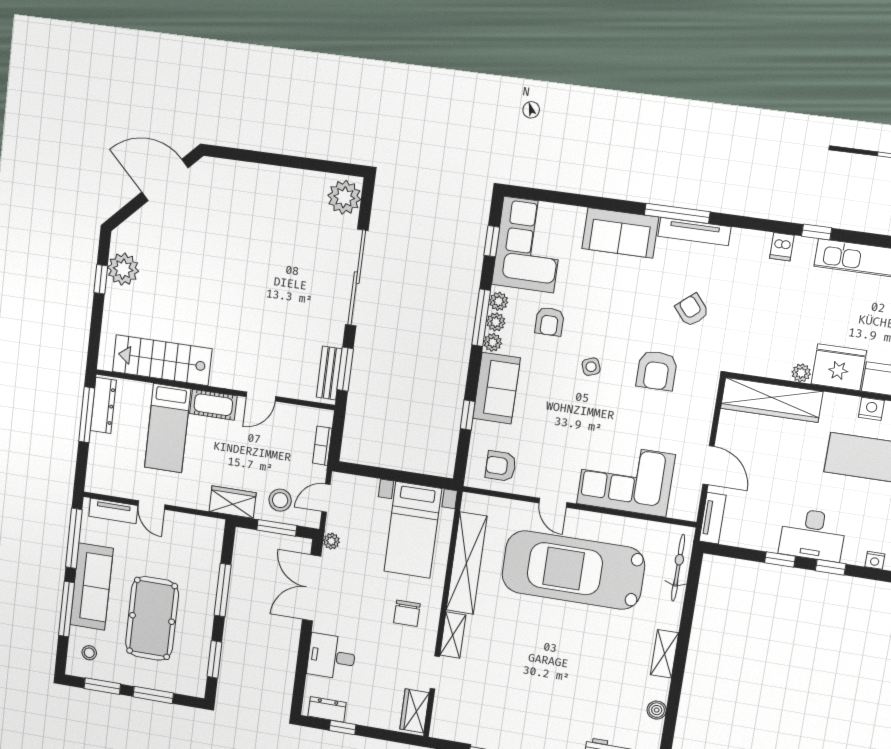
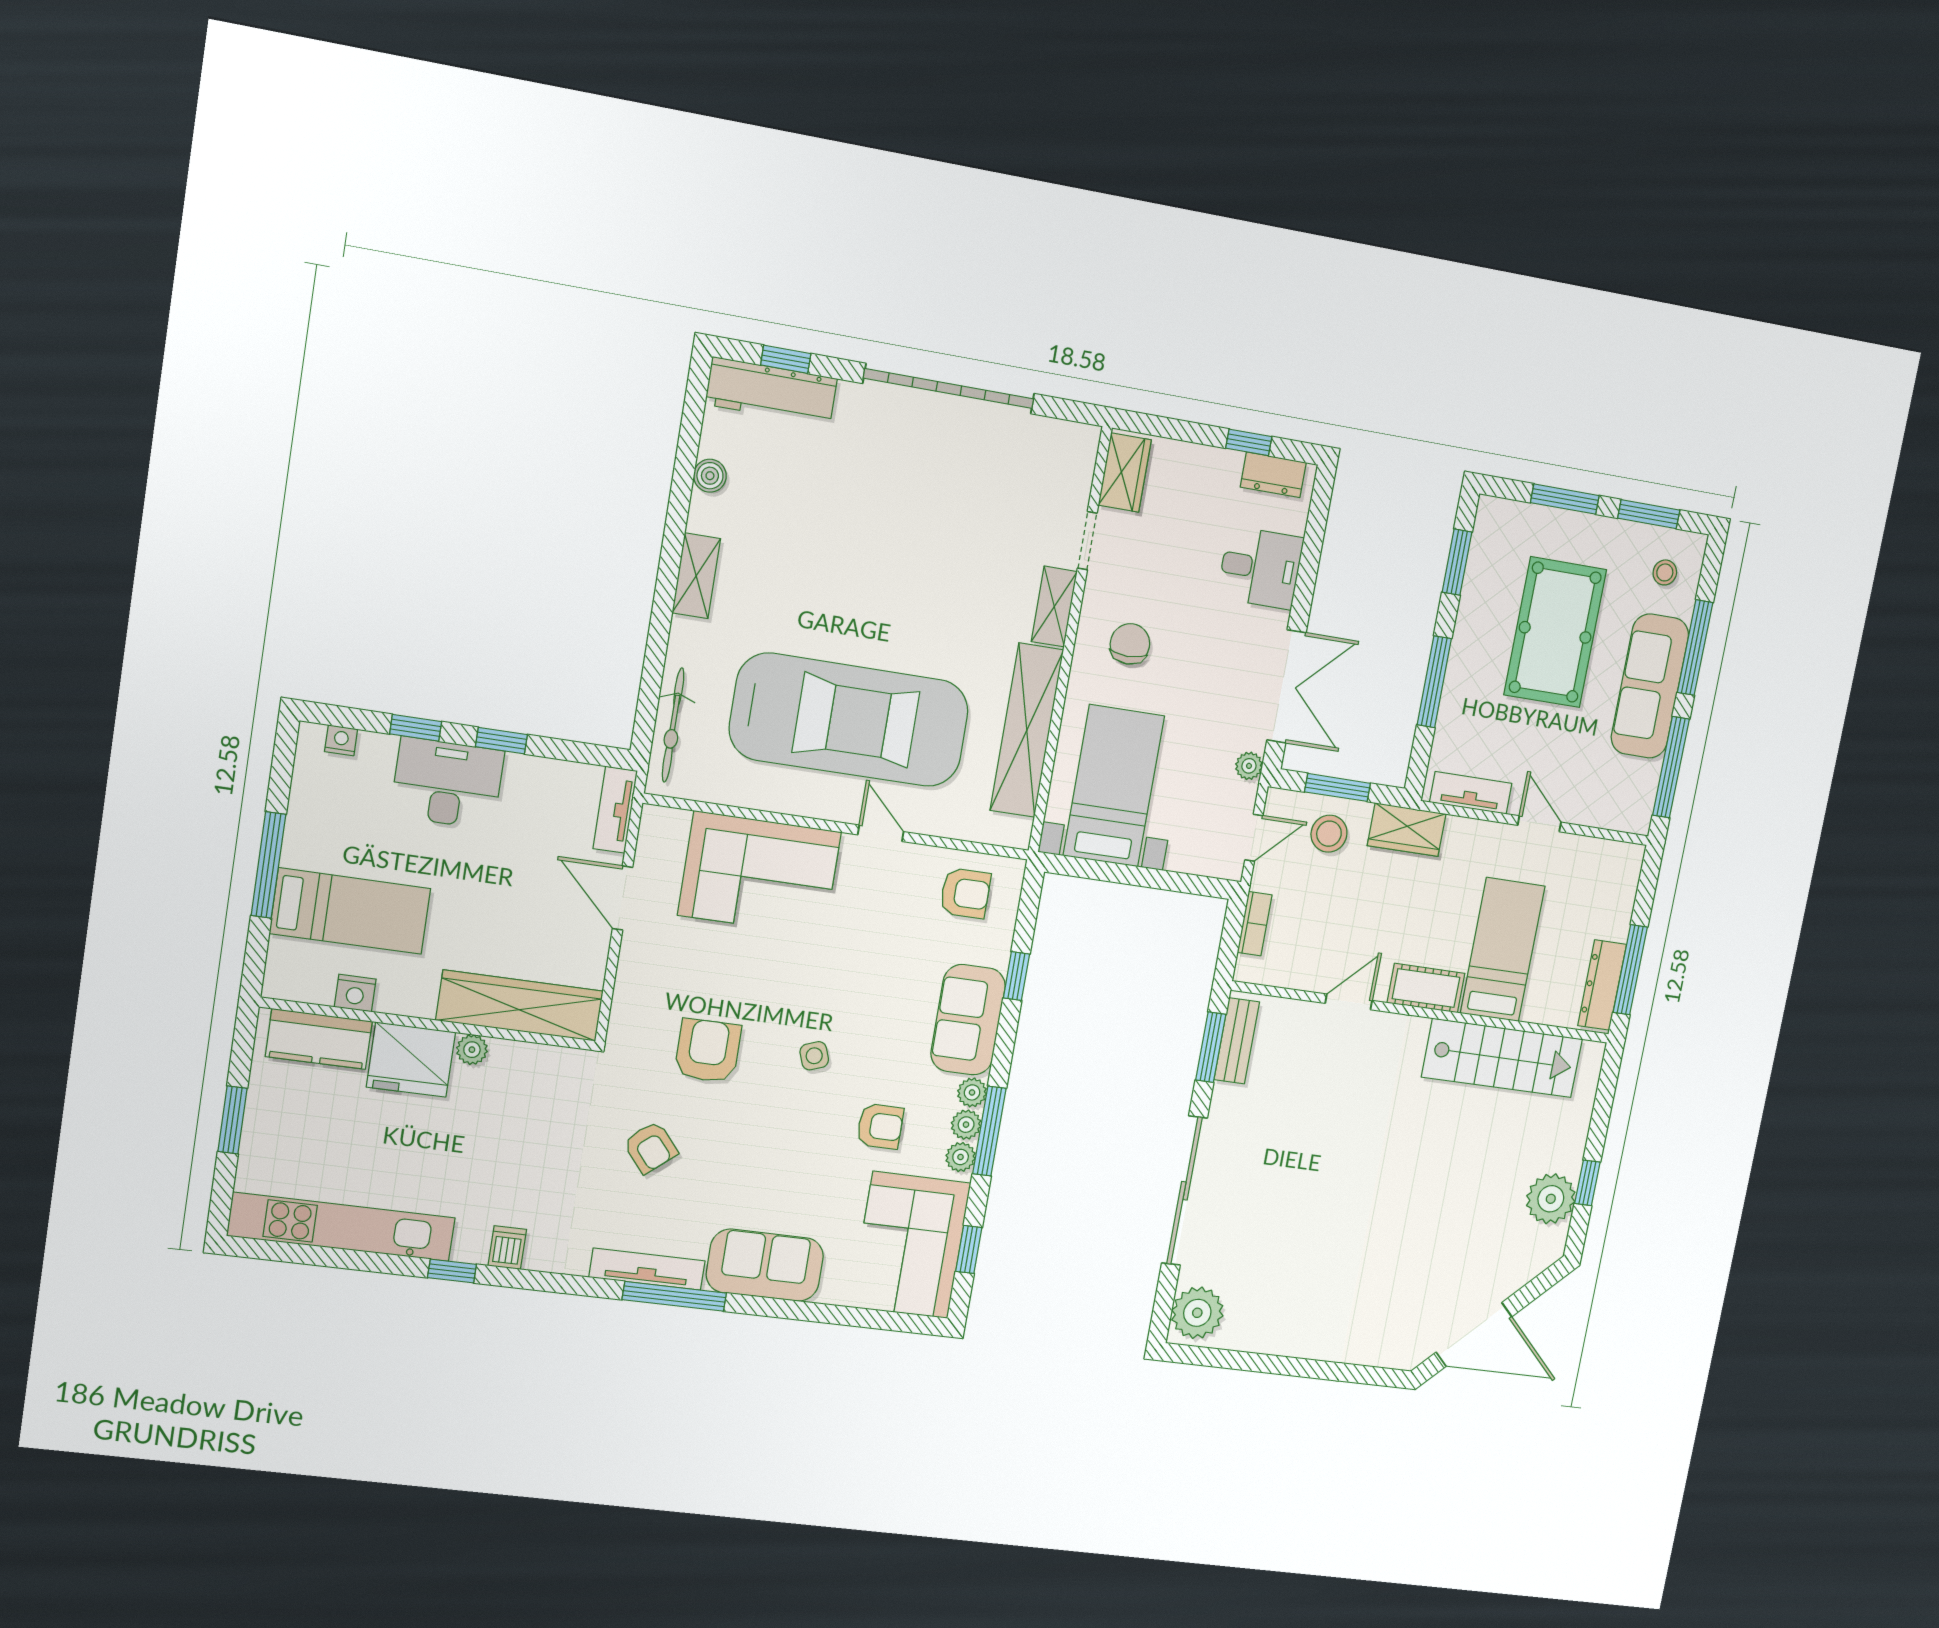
armchair: (549, 322) -> (880, 1126), turned 90
tv unit: (113, 511) -> (1471, 793), moved

